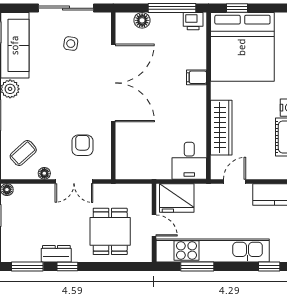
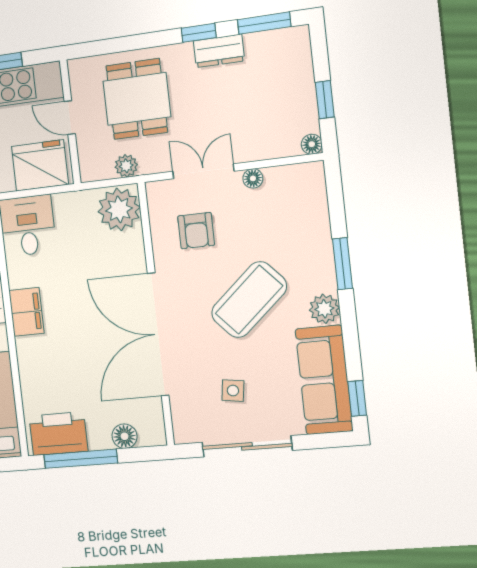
printer: (193, 21) -> (58, 434), width x1.87, depth x1.48
filing cabinet: (196, 77) -> (26, 312), moved, width x2.00
coffee table: (23, 153) -> (249, 300), moved, width x1.86, depth x1.72
plant: (129, 164) -> (119, 209), added
plant: (122, 191) -> (126, 166), added

